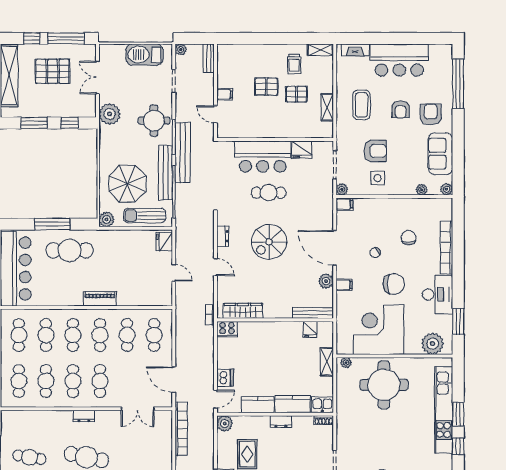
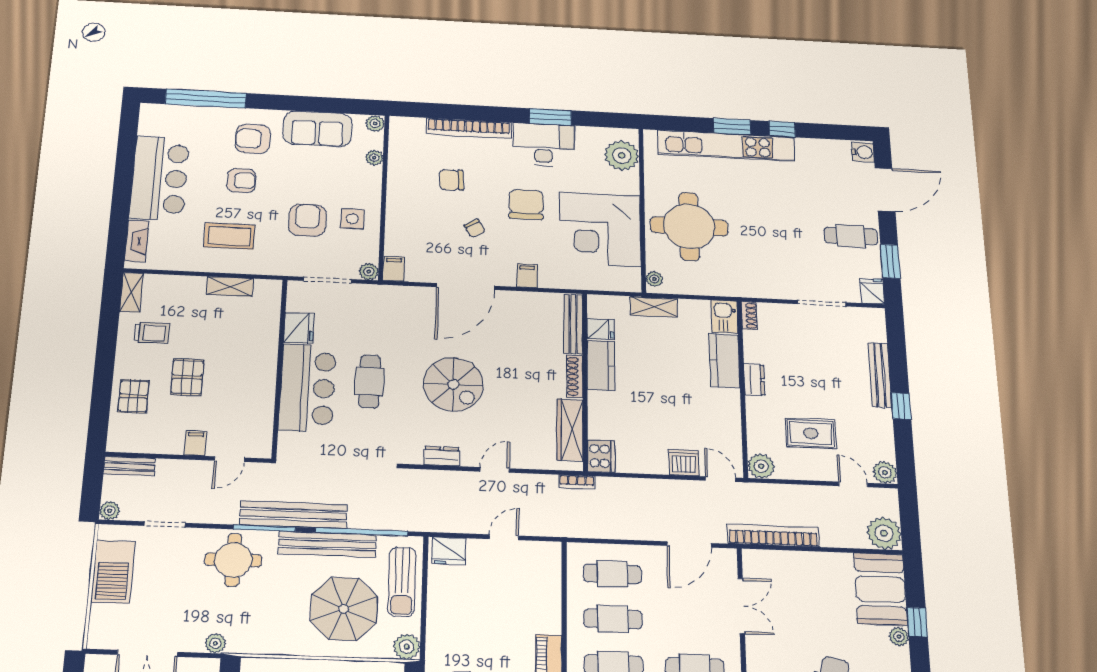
pallet: (296, 94) -> (134, 396), moved
plant: (110, 114) -> (215, 643), width x0.53, depth x0.53
plant: (326, 281) -> (520, 302), removed
shoe rack: (278, 314) -> (575, 377), added
window: (458, 322) -> (550, 117), moved
kitchen counter: (258, 405) -> (601, 365), moved, turned 180

